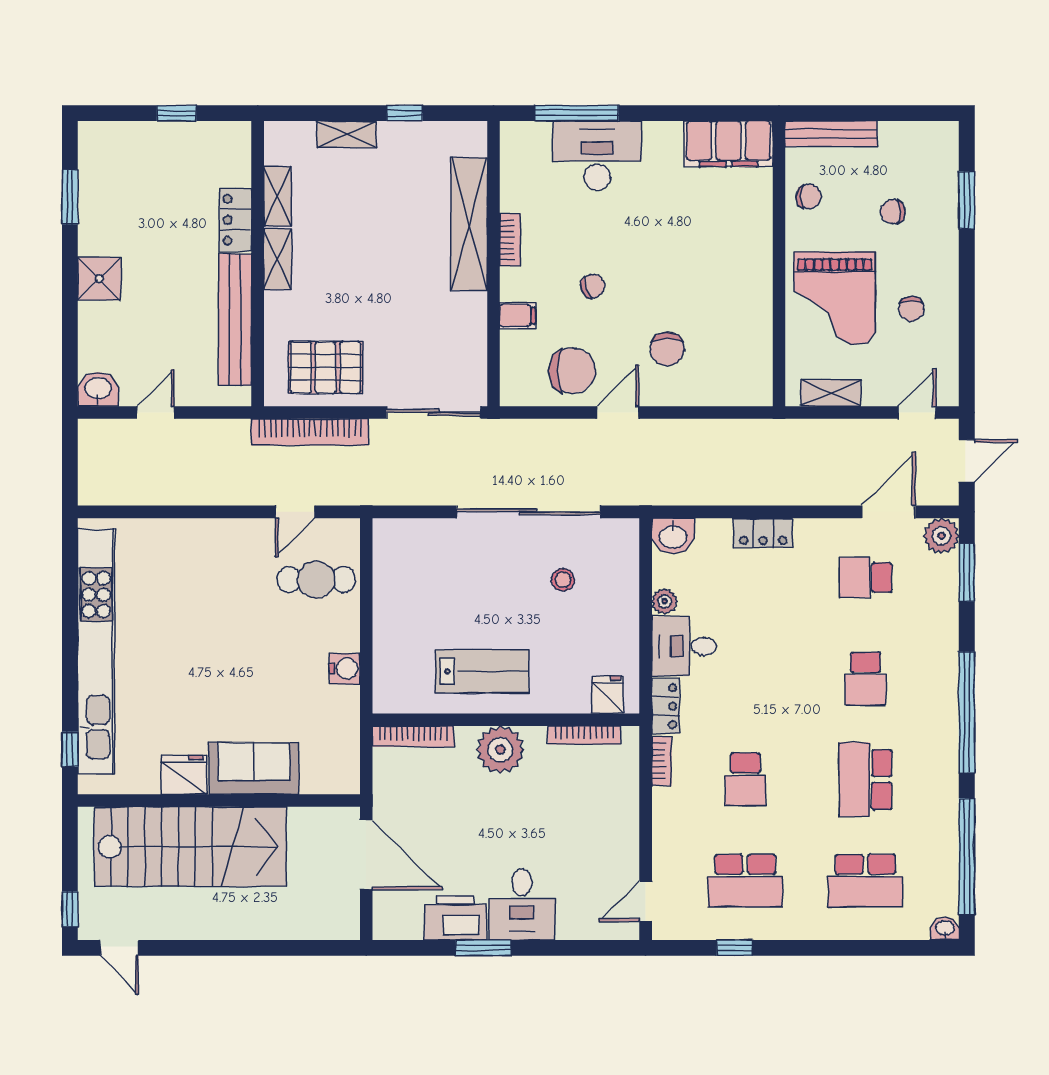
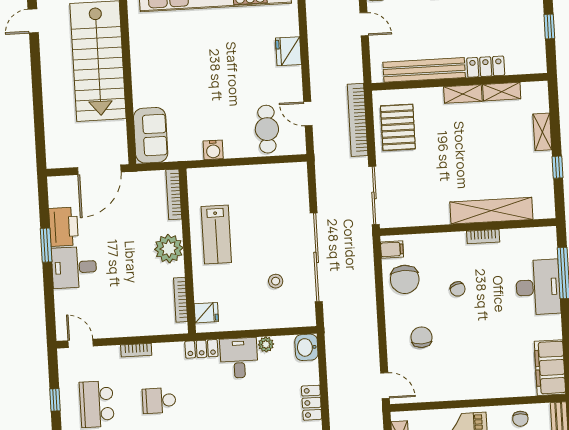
filing cabinet: (518, 315) -> (392, 249), moved, turned -90
chair: (667, 349) -> (421, 337), turned 90
door: (618, 413) -> (385, 386), moved
bookcase: (662, 761) -> (136, 350), moved
sofa: (254, 768) -> (151, 135), moved
fridge: (184, 775) -> (288, 51), moved, turned 180

